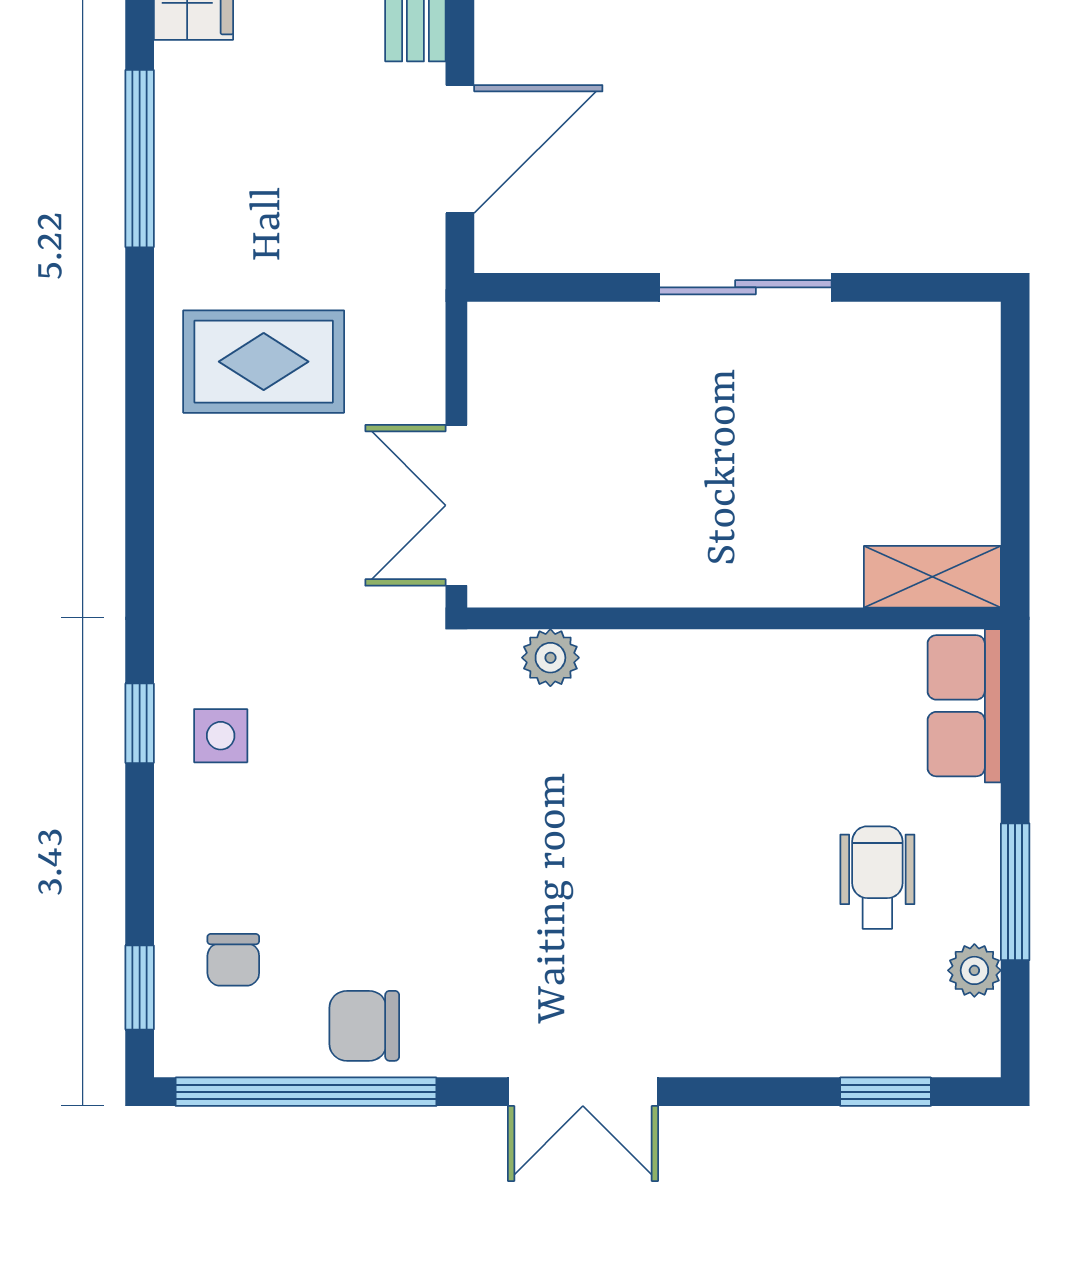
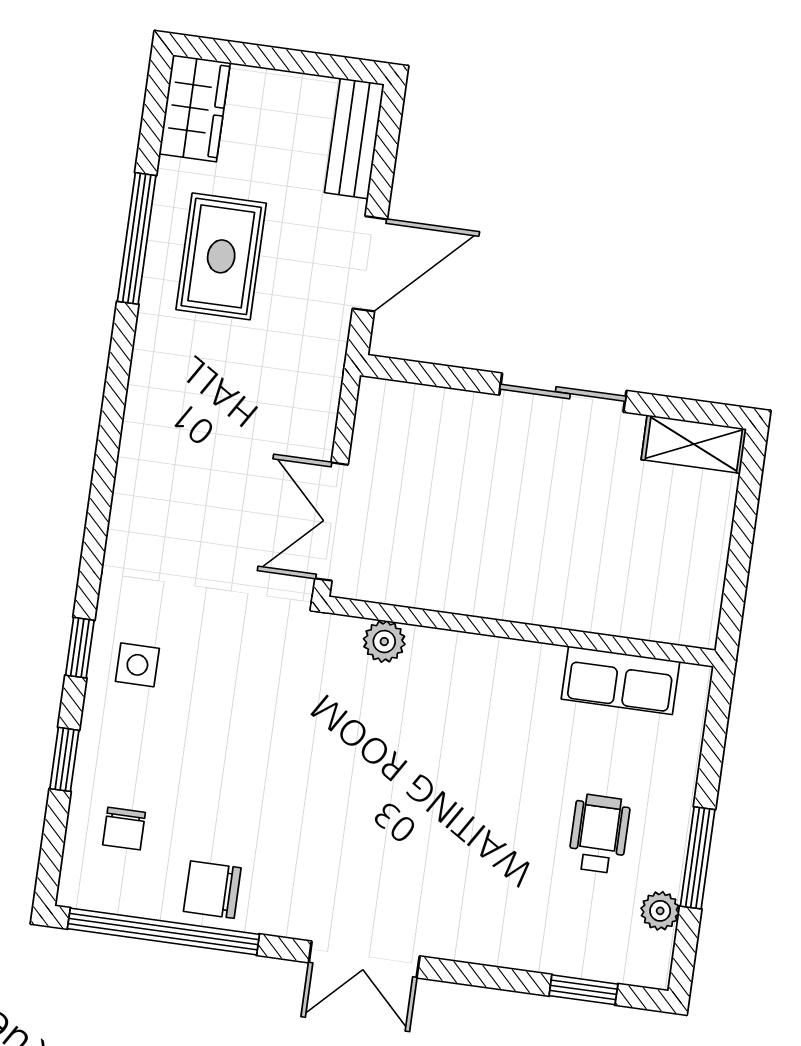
rug: (264, 362) -> (221, 256), moved, turned 90
shelving: (932, 577) -> (694, 444), moved
row of seats: (964, 706) -> (621, 680), moved, turned -90
window: (140, 987) -> (64, 759), moved

